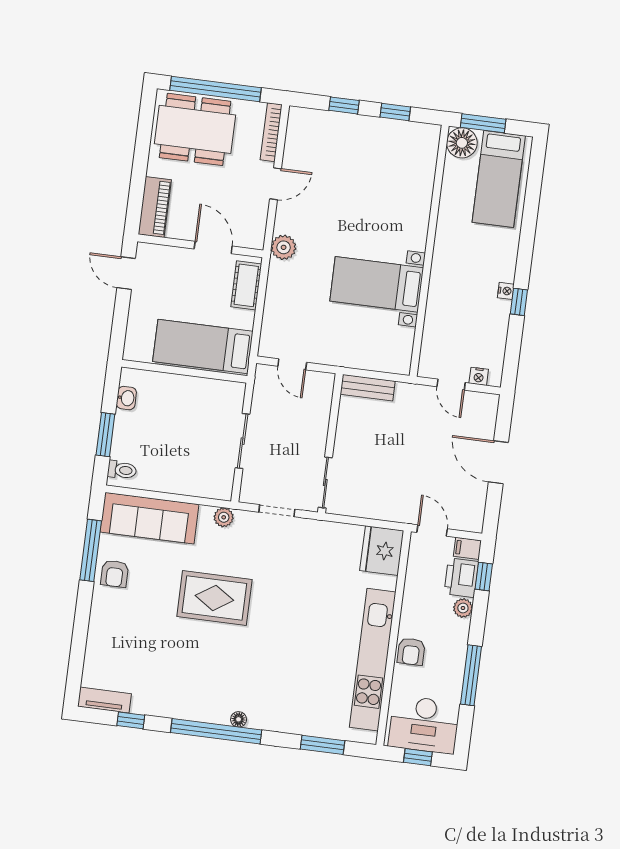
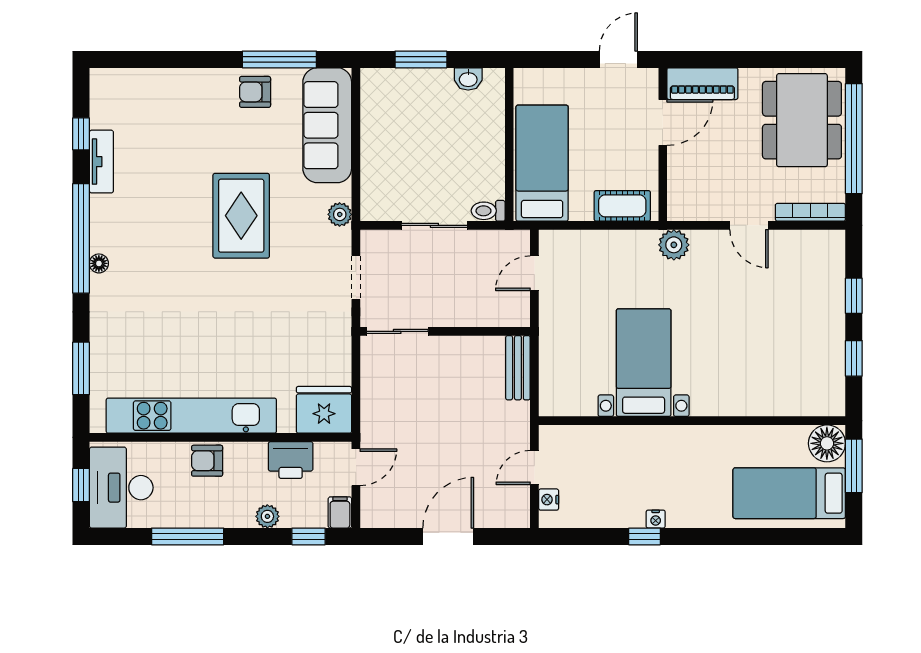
door: (213, 248) -> (663, 123), moved
toilet: (122, 470) -> (488, 211), moved, turned 90
printer: (461, 578) -> (291, 460), moved, turned 180
tv unit: (104, 700) -> (101, 162), moved

